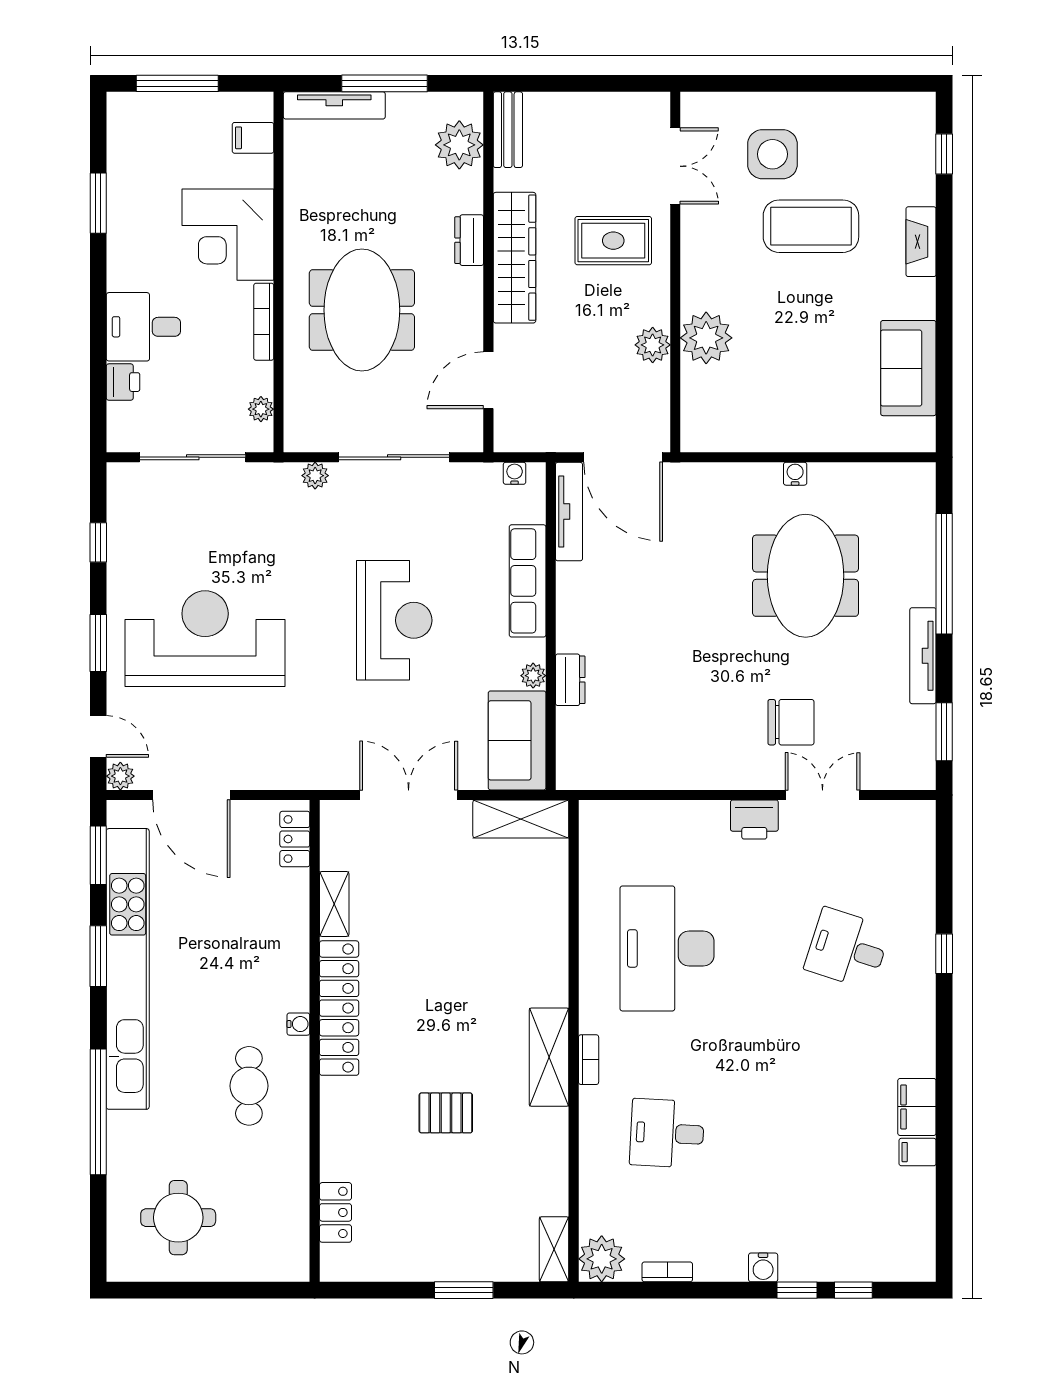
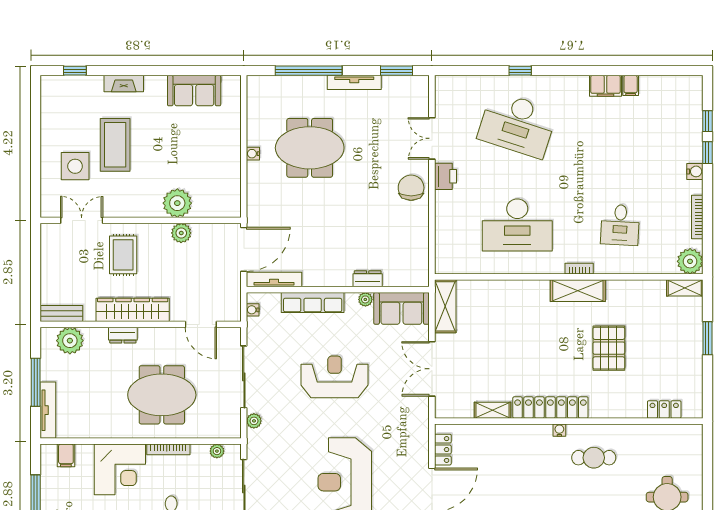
chair: (791, 722) -> (411, 188), moved
locker: (295, 839) -> (443, 450), moved, turned -90
desk: (847, 948) -> (517, 124), width x1.87, depth x1.30
pallet: (446, 1113) -> (609, 348), width x1.50, depth x1.42
bookcase: (667, 1272) -> (697, 217), width x1.56

